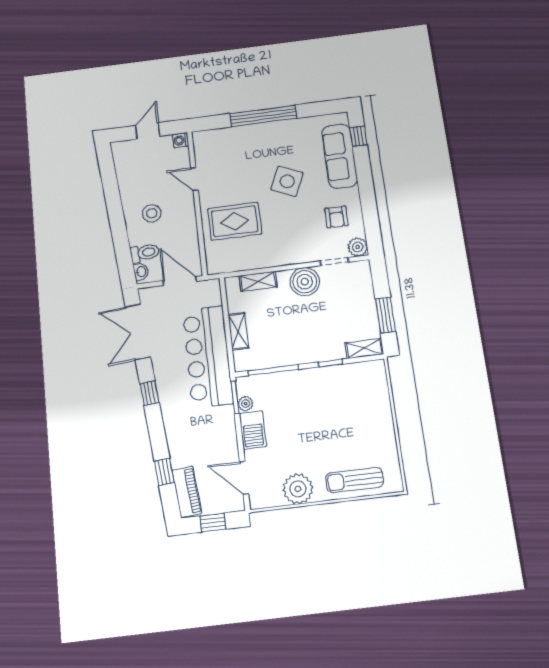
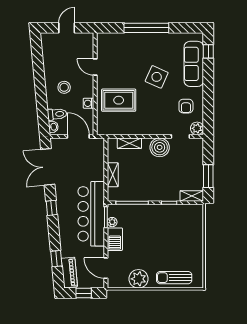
washing machine: (181, 140) -> (89, 103), moved
bar counter: (208, 357) -> (91, 214), moved

